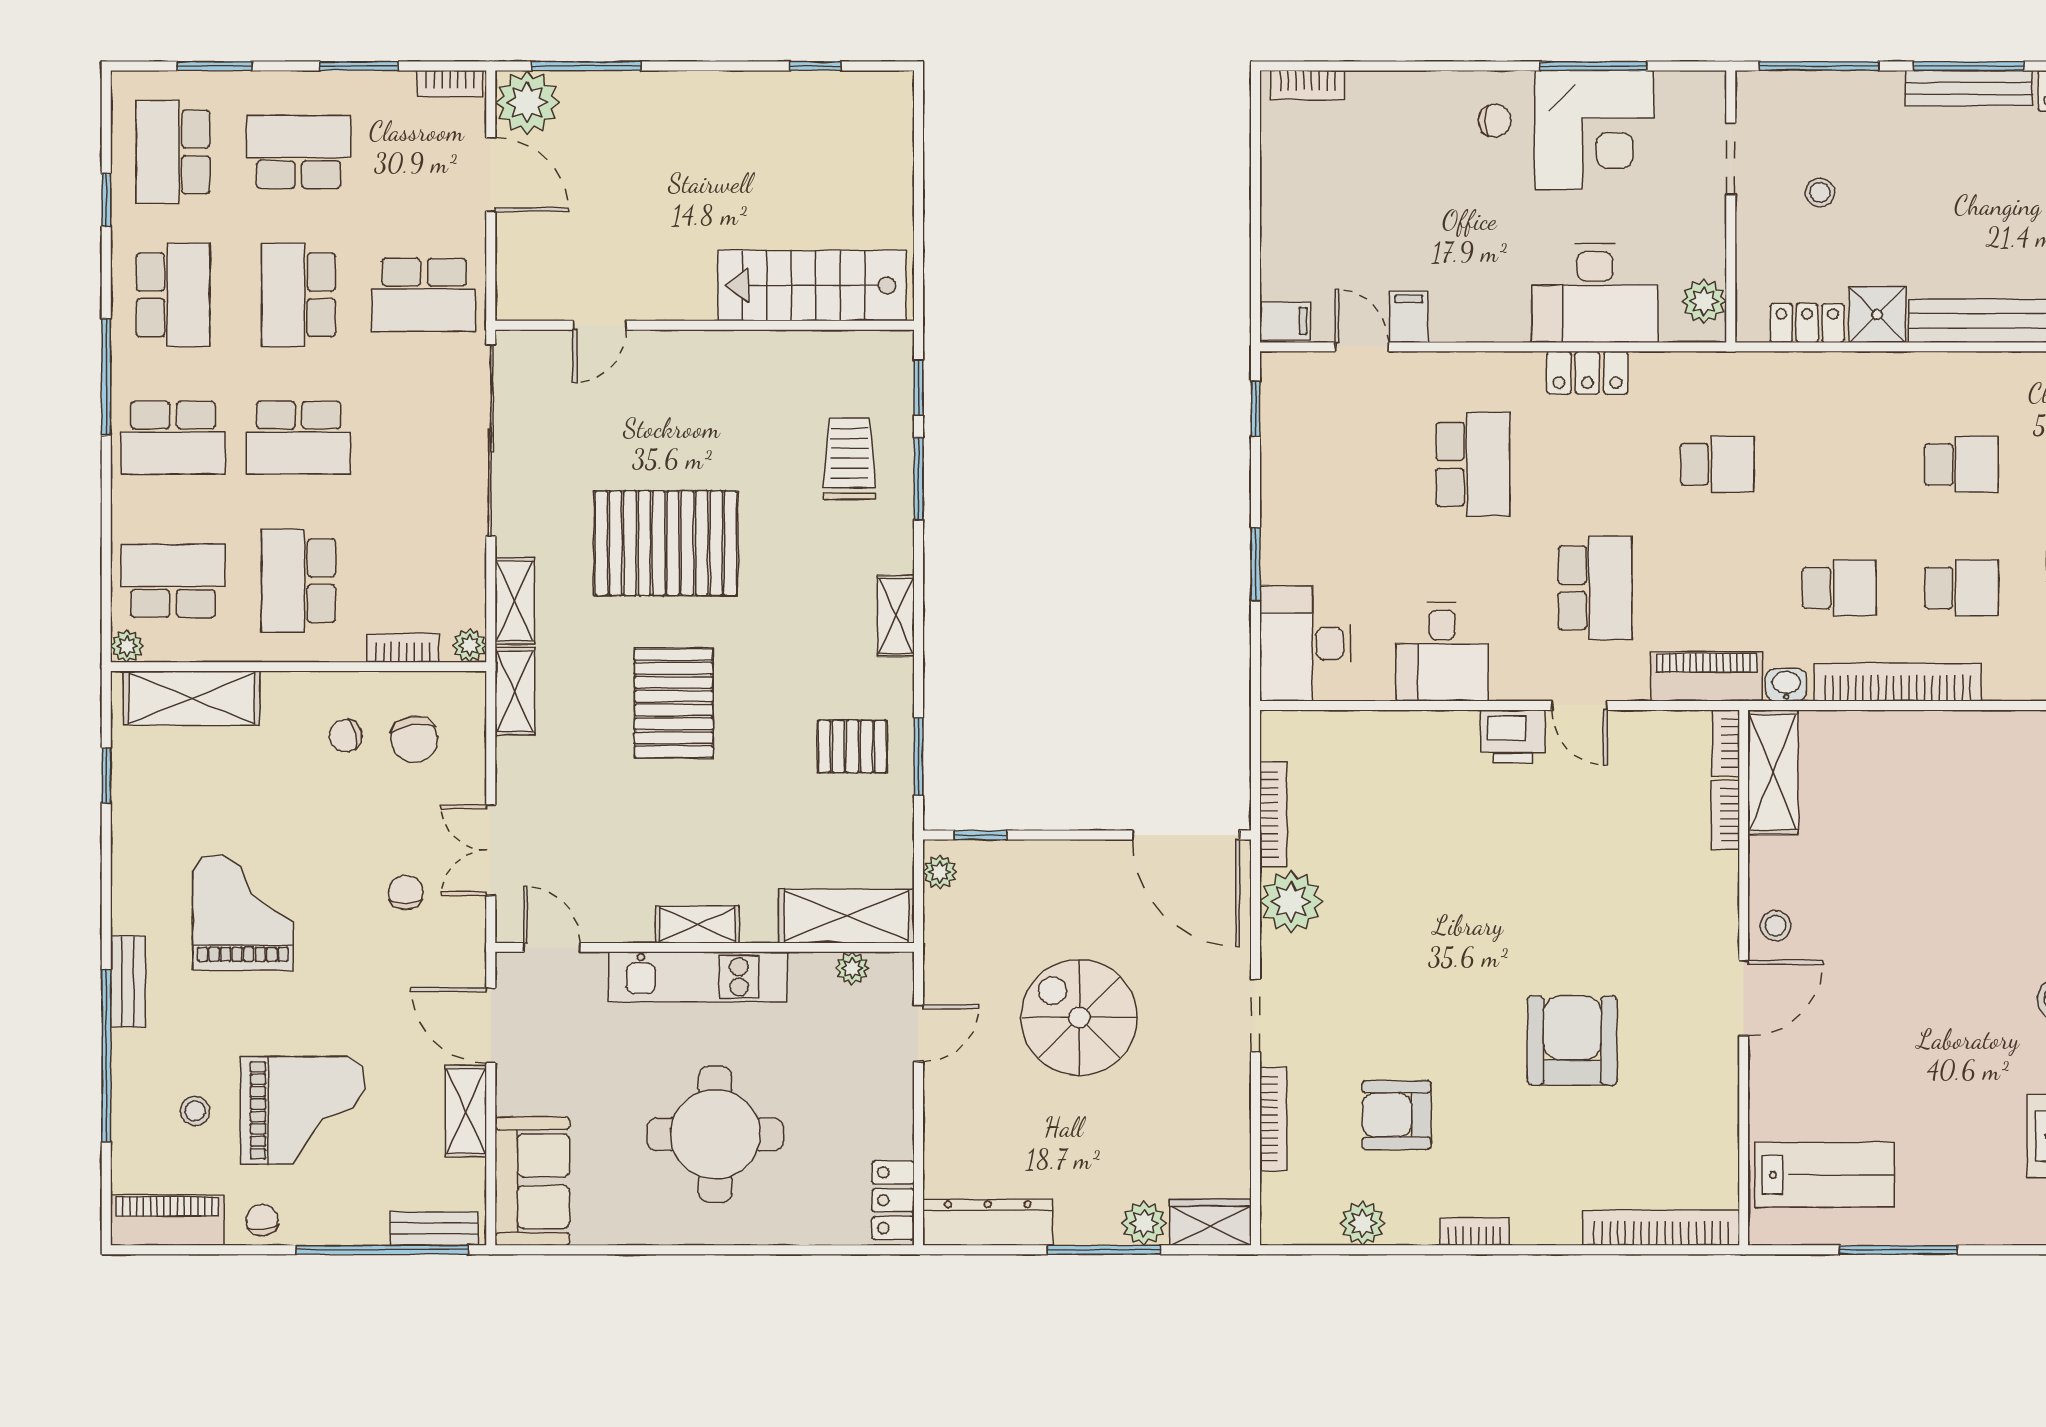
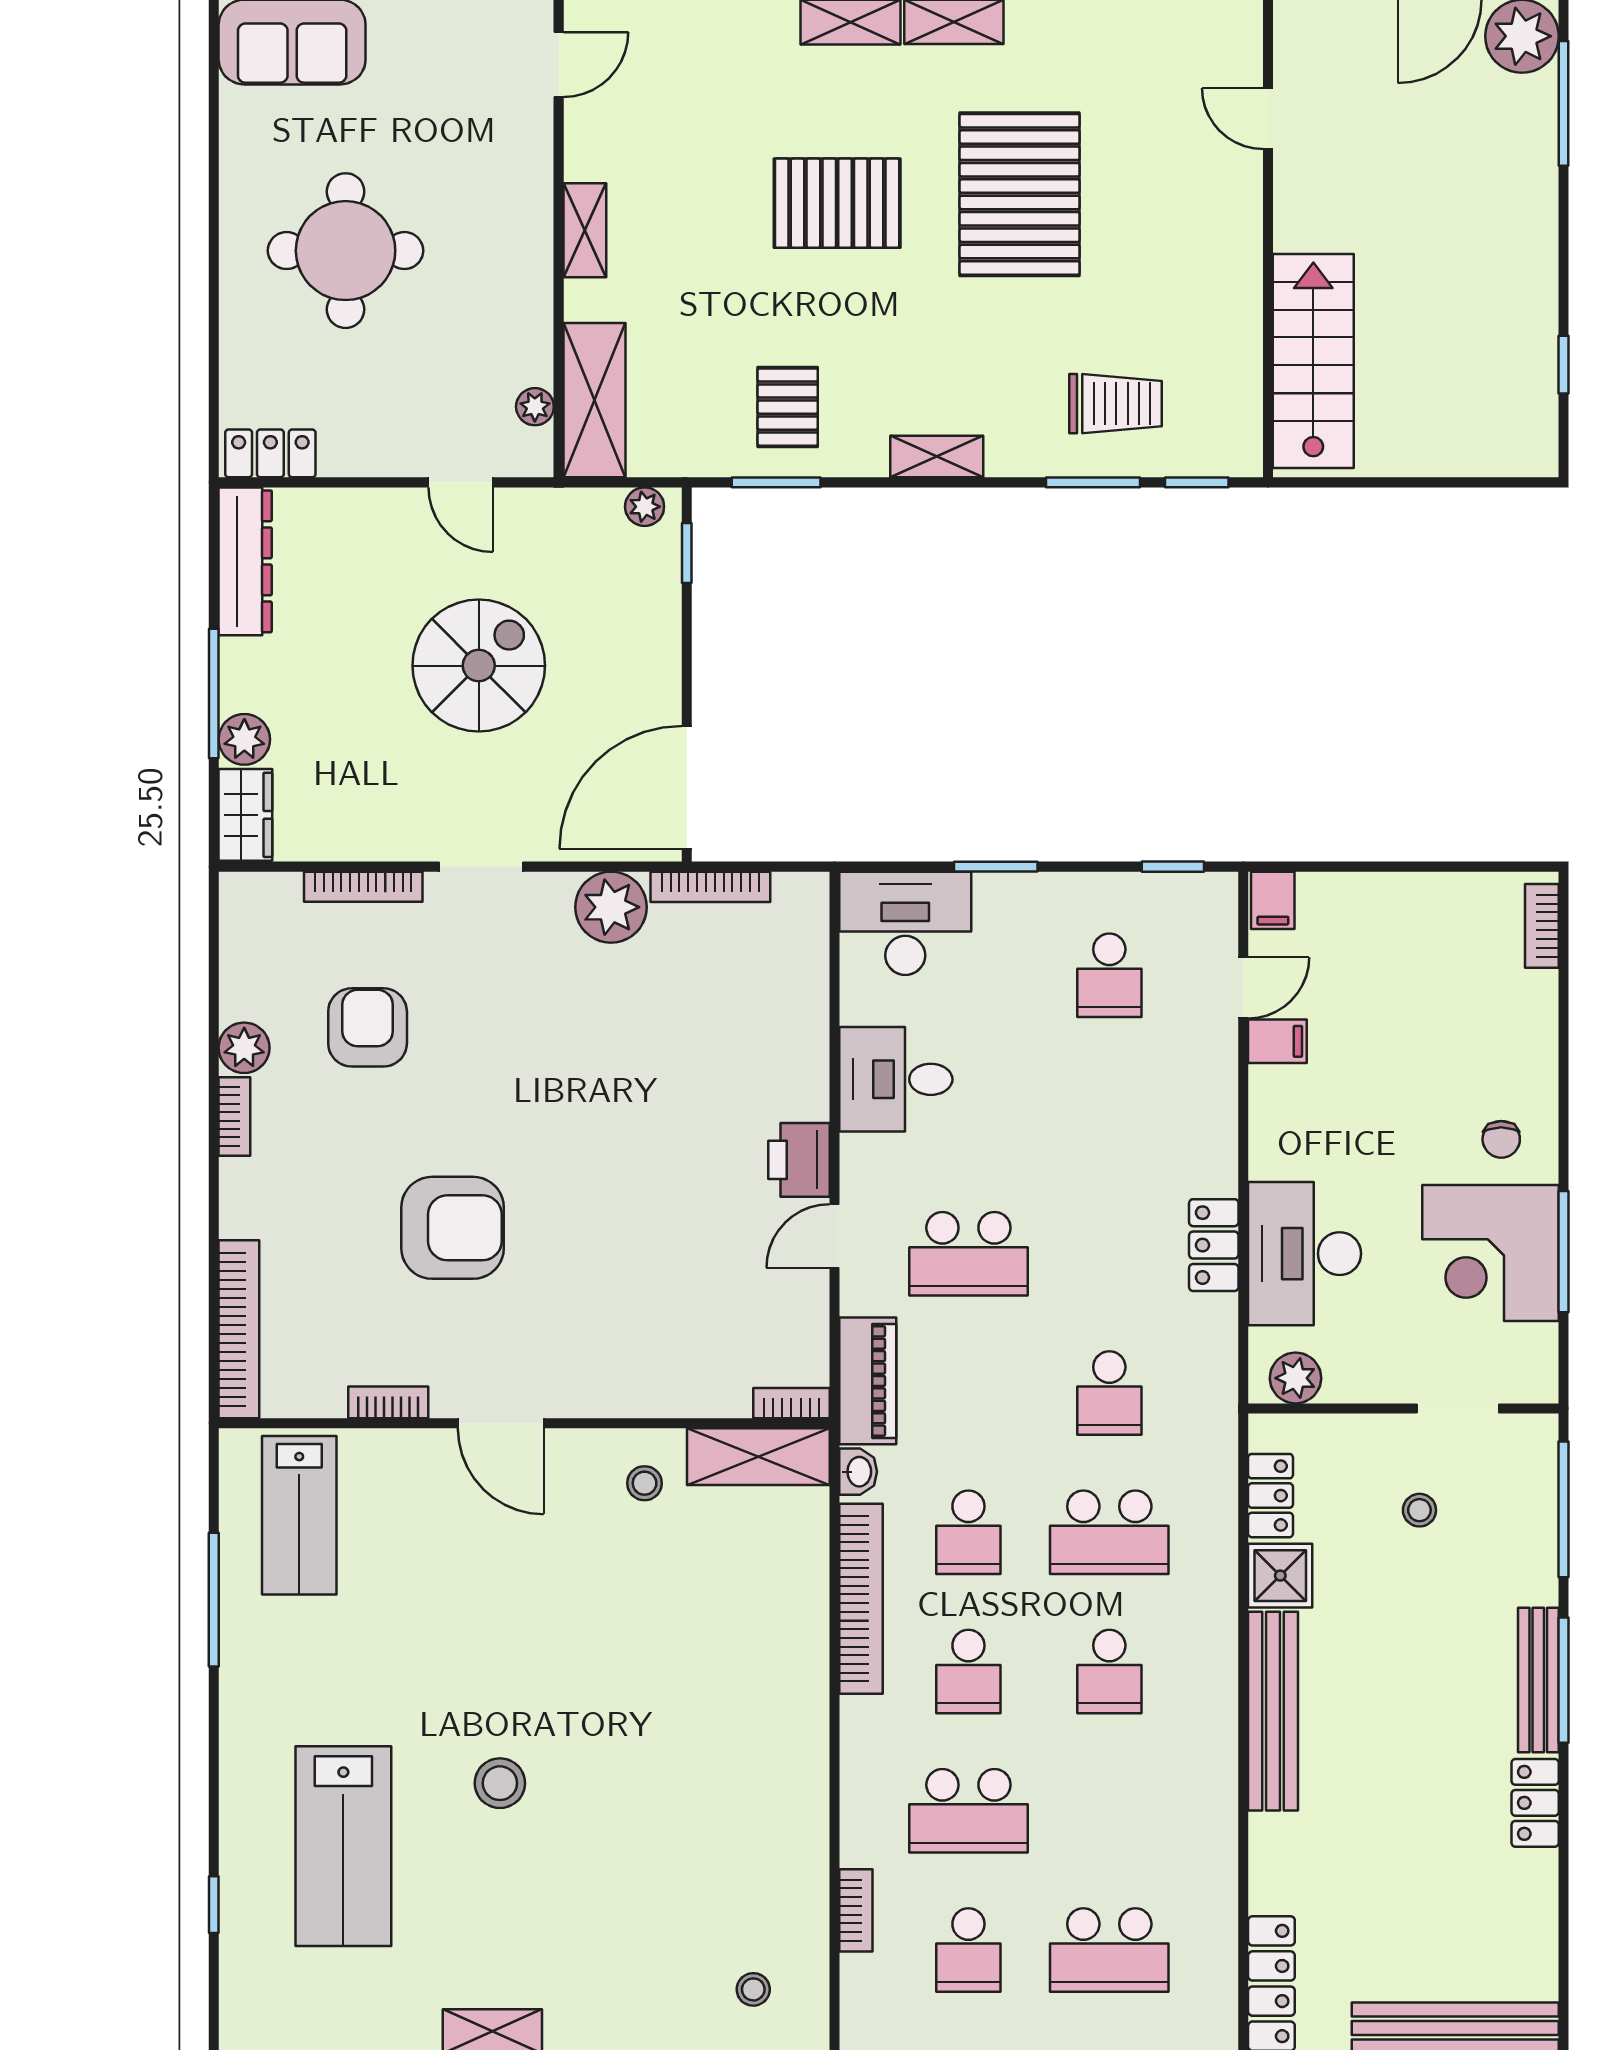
school desk: (1473, 464) -> (1109, 975), moved, width x0.54
school desk: (1839, 464) -> (1109, 1532), added
bookcase: (1725, 815) -> (388, 1402), moved
stool: (1776, 926) -> (645, 1483), moved
kitchen unit: (698, 977) -> (525, 231), removed
plant: (1363, 1223) -> (244, 1048), moved

